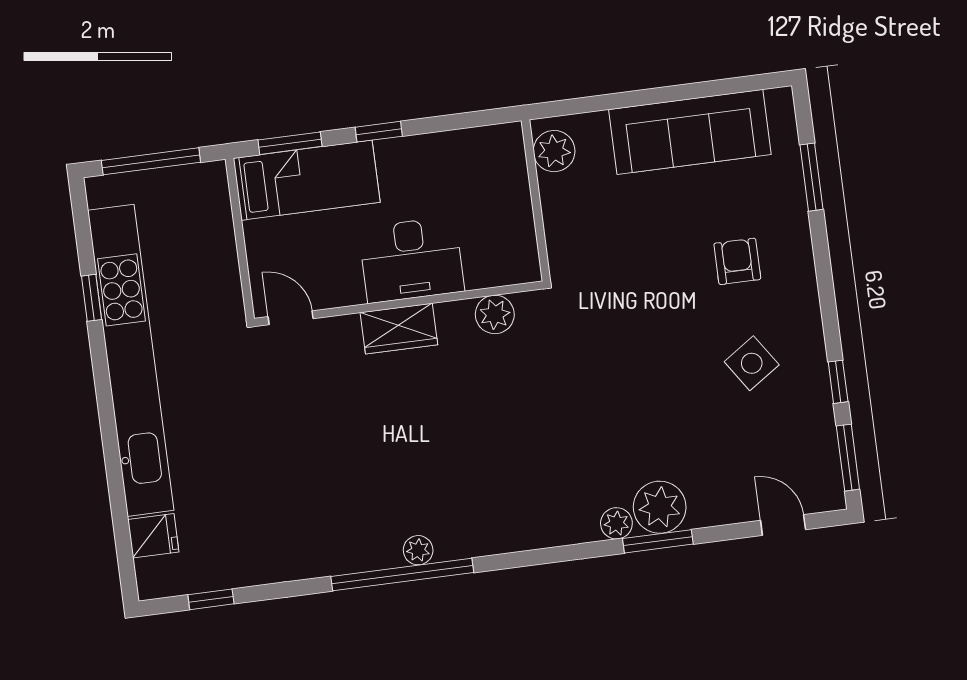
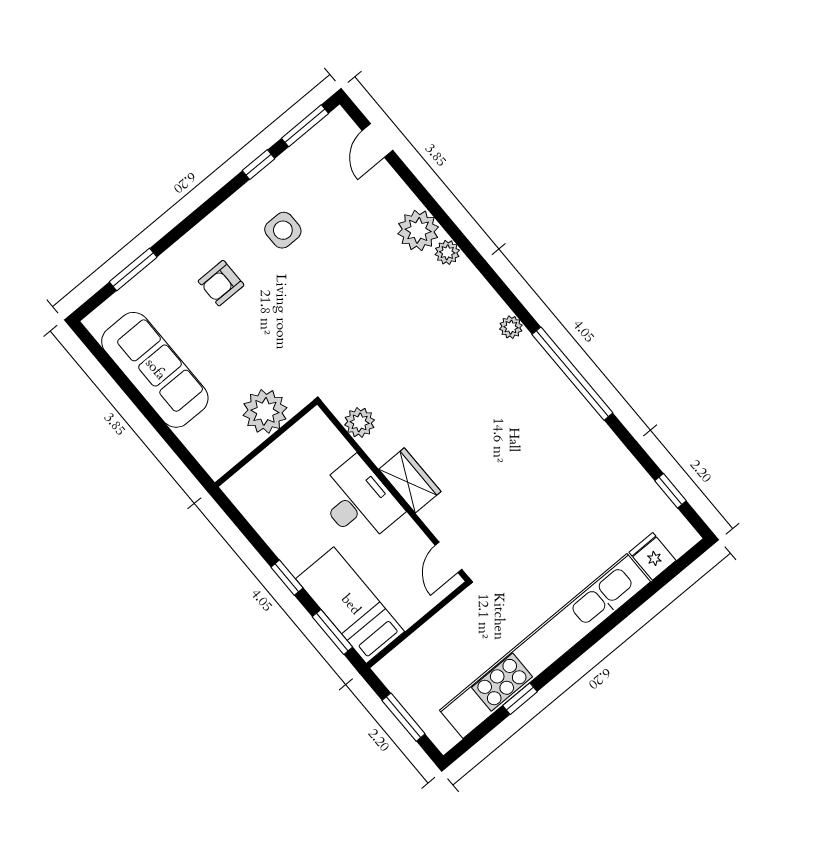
plant: (554, 151) -> (265, 411), moved, width x1.36, depth x1.36
window: (151, 161) -> (404, 717), width x0.69
side table: (752, 363) -> (283, 230), turned 34
window: (658, 541) -> (442, 217), removed
plant: (418, 550) -> (511, 327), moved

